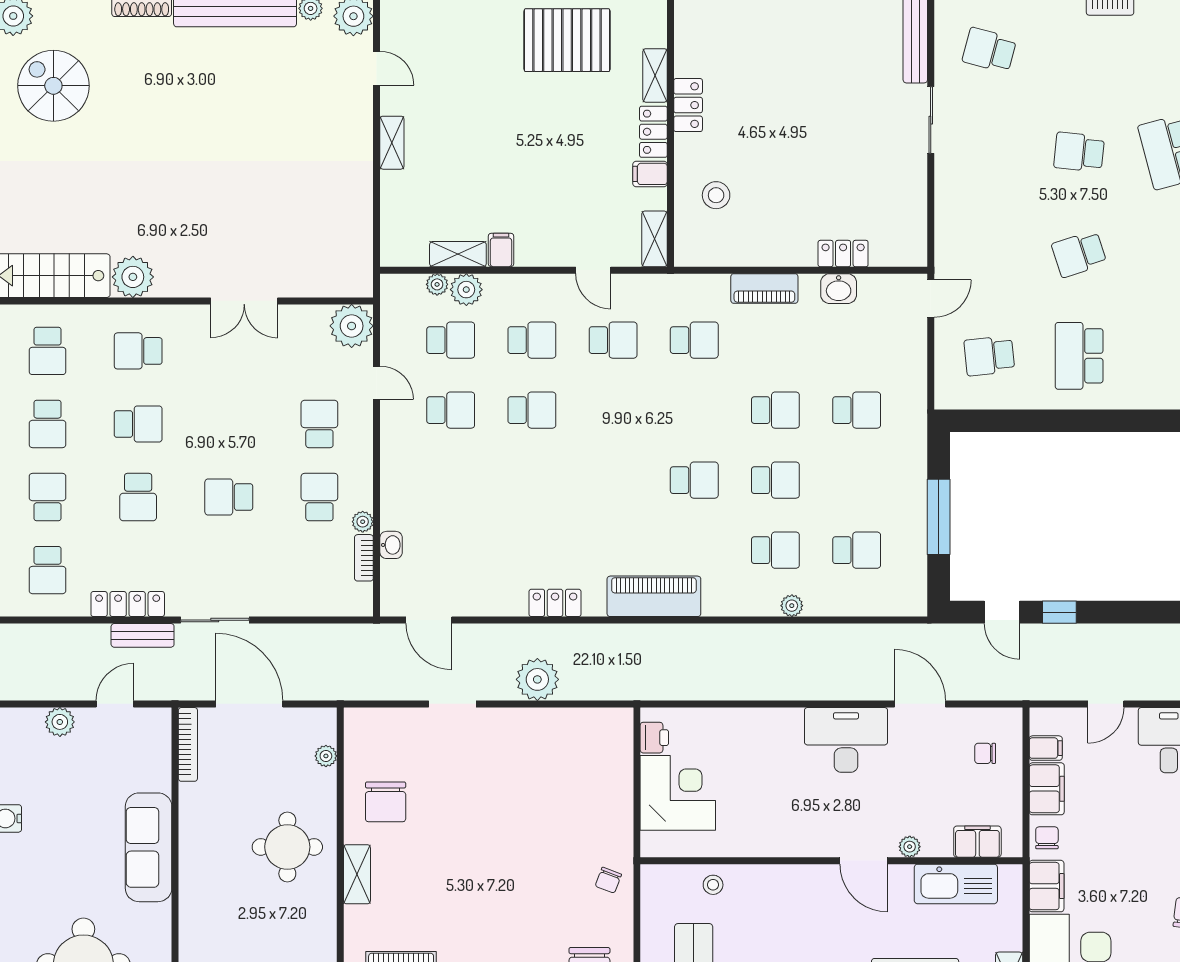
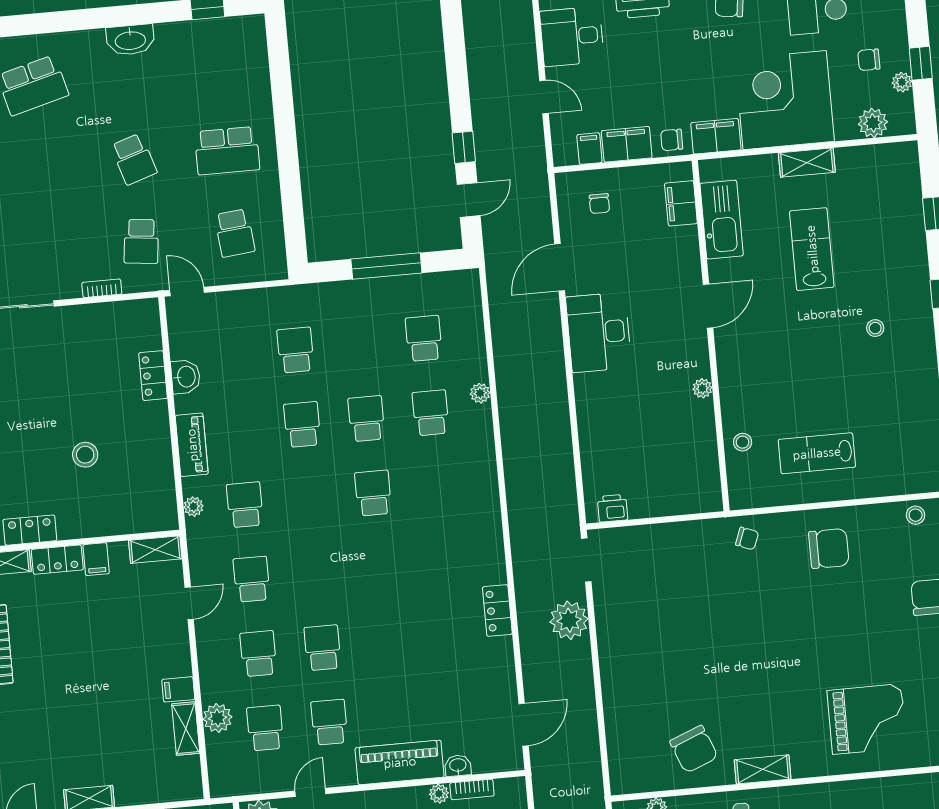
school desk: (1079, 152) -> (141, 241), moved
stool: (716, 195) -> (85, 455), moved
bookcase: (943, 207) -> (102, 288), added
plant: (437, 284) -> (194, 507), moved
piano: (654, 596) -> (400, 762), moved, turned 90
doorway: (452, 704) -> (586, 560), moved
corner desk: (678, 793) -> (661, 482), removed
chair: (386, 802) -> (694, 749), turned 68
plant: (910, 847) -> (702, 388), moved

